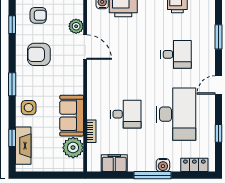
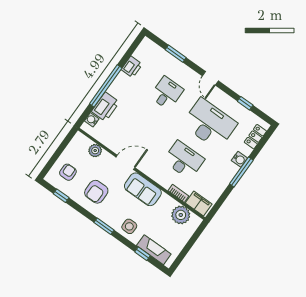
door: (85, 47) -> (125, 162), moved
desk: (126, 114) -> (184, 160), width x1.37
sofa: (72, 116) -> (143, 189), moved
filing cabinet: (114, 163) -> (199, 204), moved, turned 90

